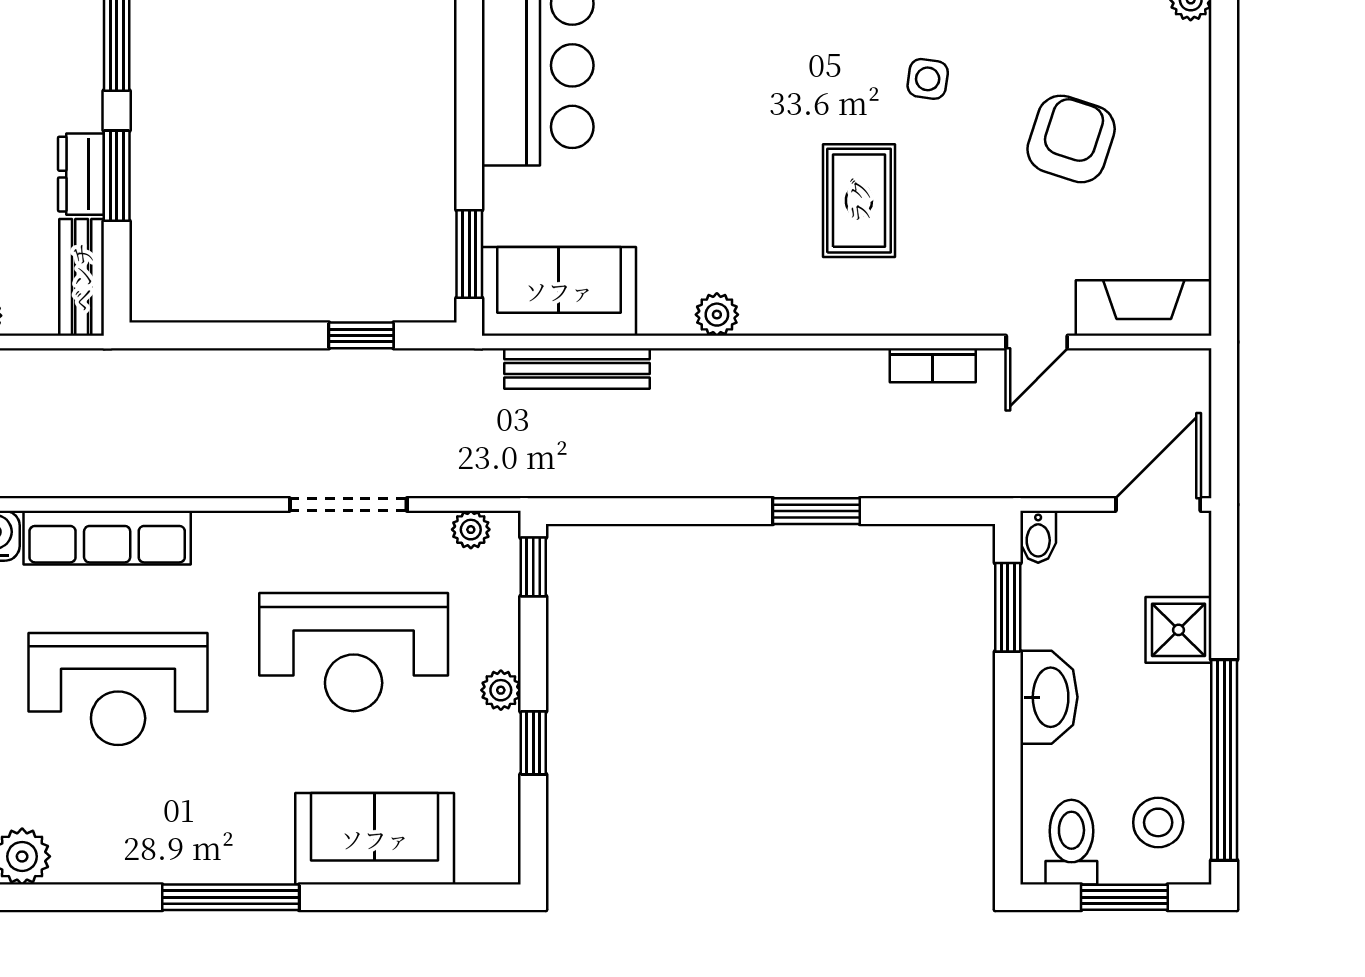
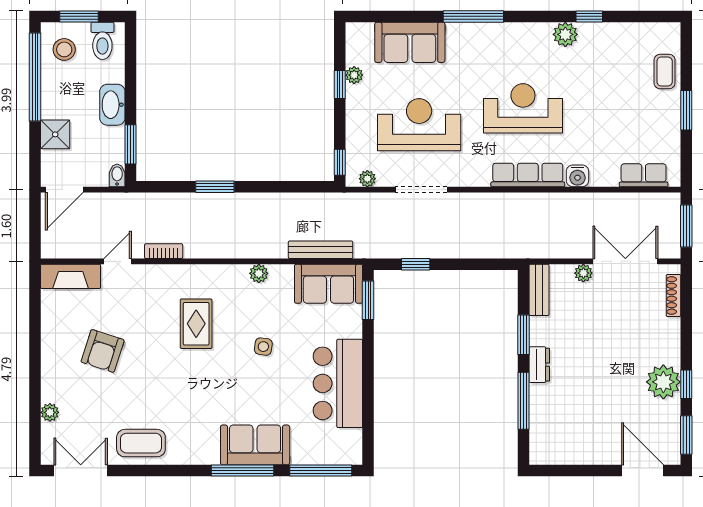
side table: (928, 79) -> (263, 347), moved
dresser: (81, 174) -> (539, 365), moved
plant: (501, 690) -> (354, 75), moved

